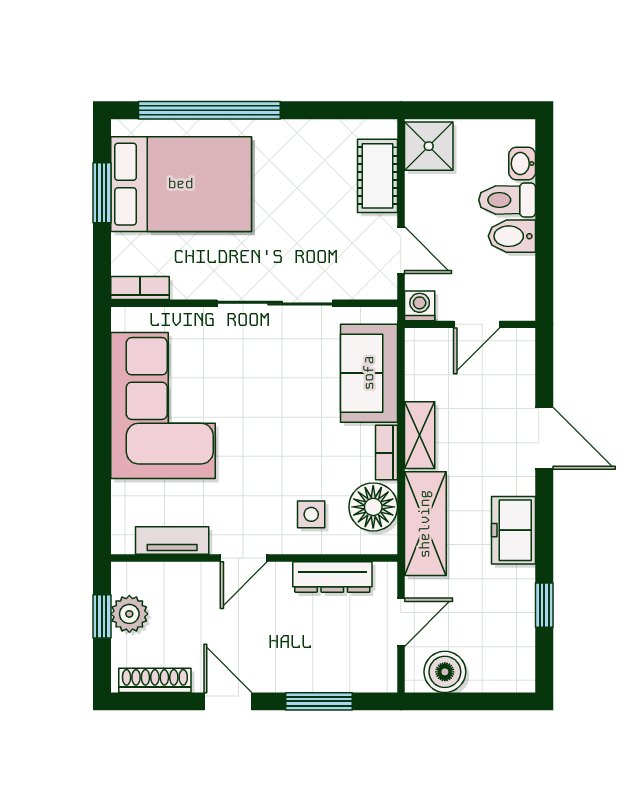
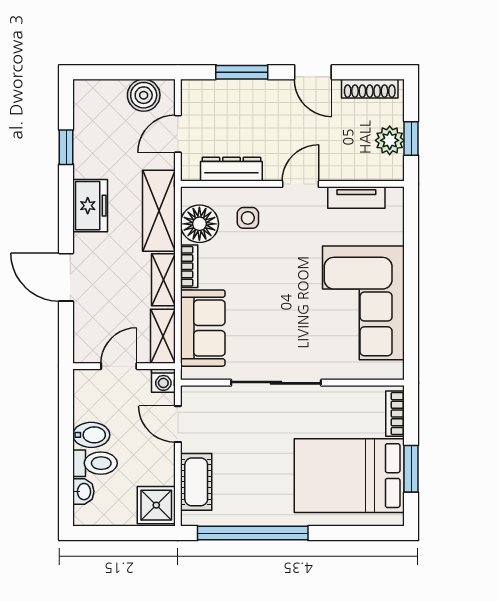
window: (209, 110) -> (253, 533), moved
bookcase: (140, 288) -> (395, 414), moved, turned 90
shelving: (420, 363) -> (163, 336), added

